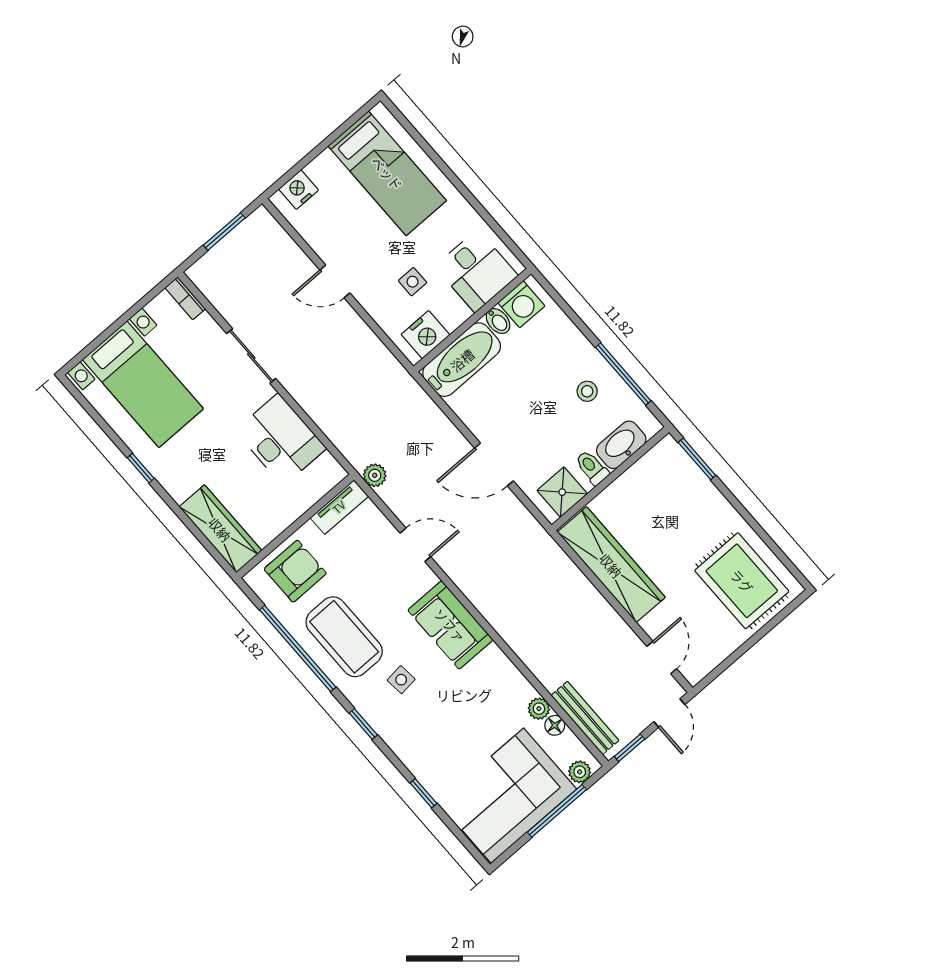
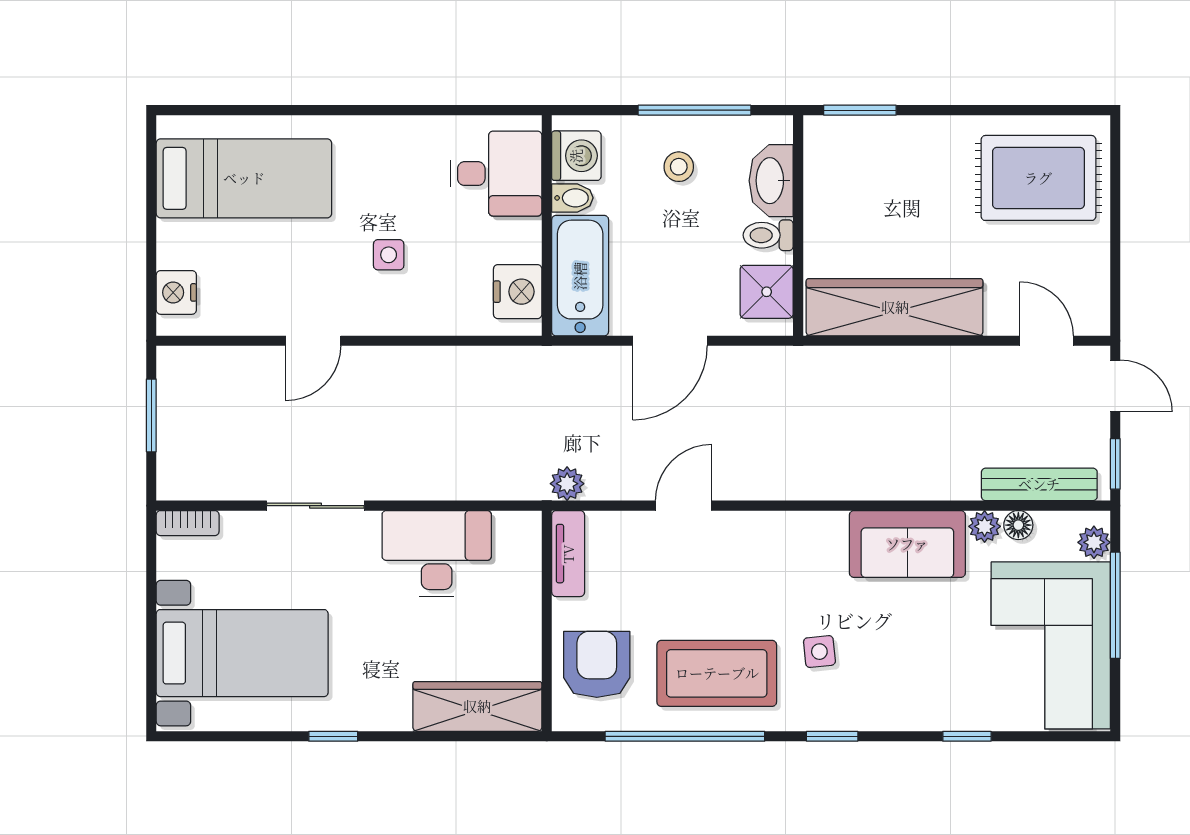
desk: (476, 271) -> (496, 174), moved
washing machine: (521, 304) -> (576, 156), moved
wall: (472, 320) -> (547, 225), moved
bidet: (498, 321) -> (572, 198), moved
nightstand: (425, 335) -> (518, 292), moved
bathtub: (462, 360) -> (580, 276), moved
sofa: (450, 625) -> (907, 544), moved

